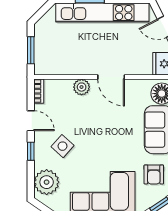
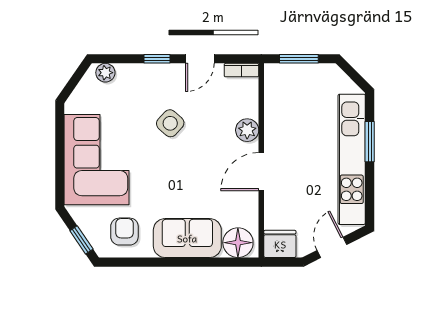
side table: (62, 146) -> (170, 123), moved
armchair: (154, 174) -> (124, 232), turned 90
plant: (47, 182) -> (105, 73), width x0.53, depth x0.53

